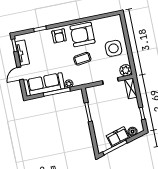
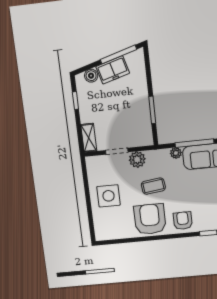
armchair: (82, 35) -> (150, 219), turned -90
plant: (126, 70) -> (137, 159), moved

